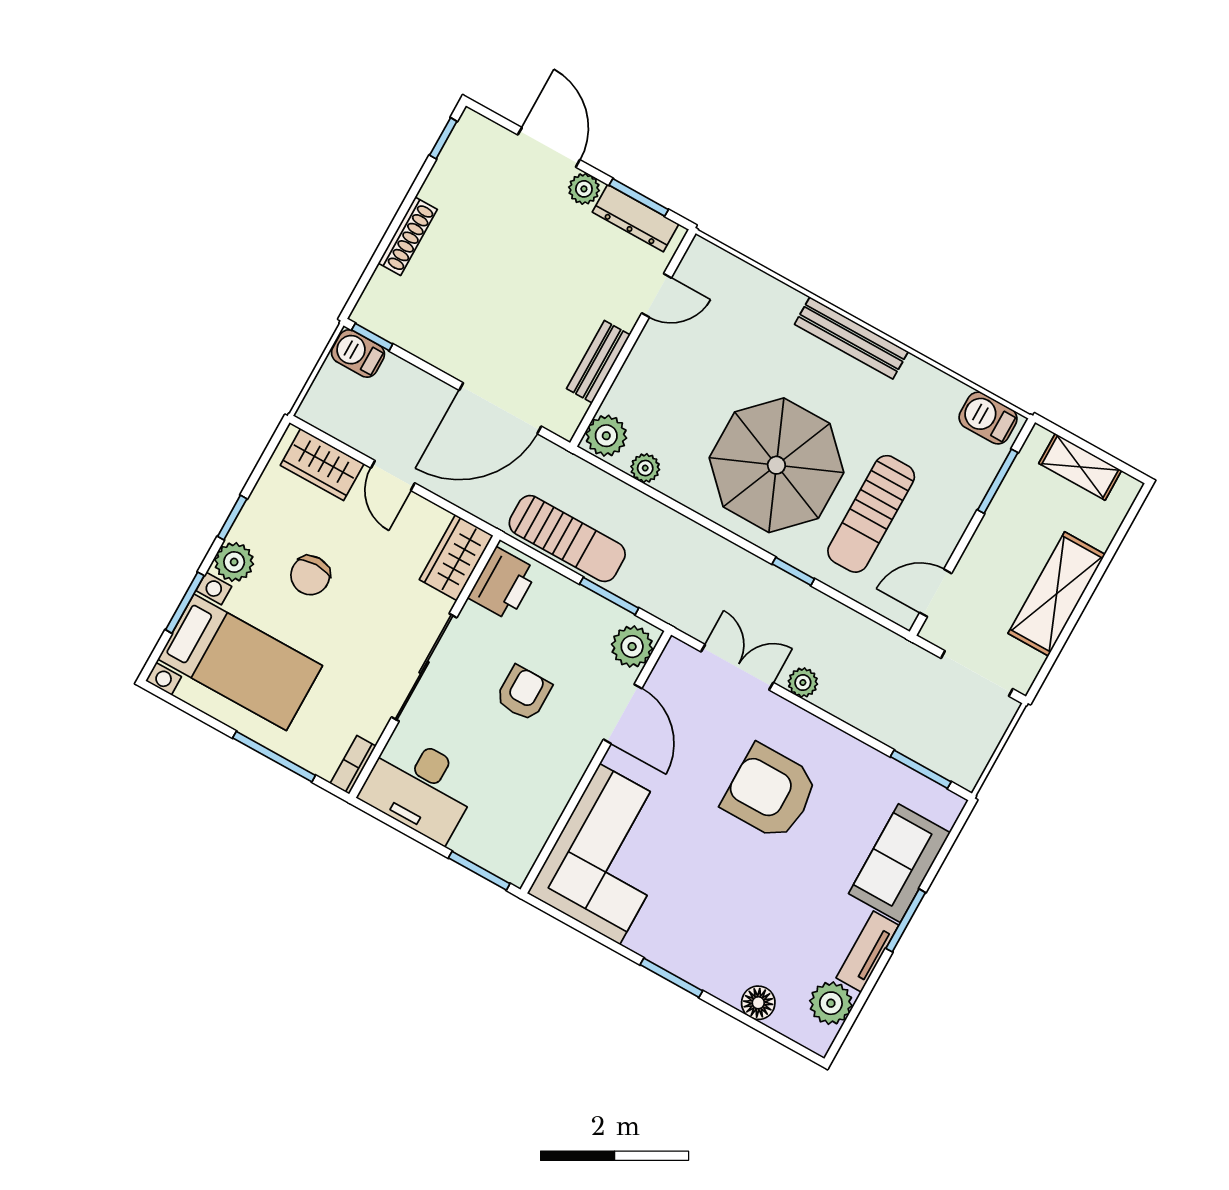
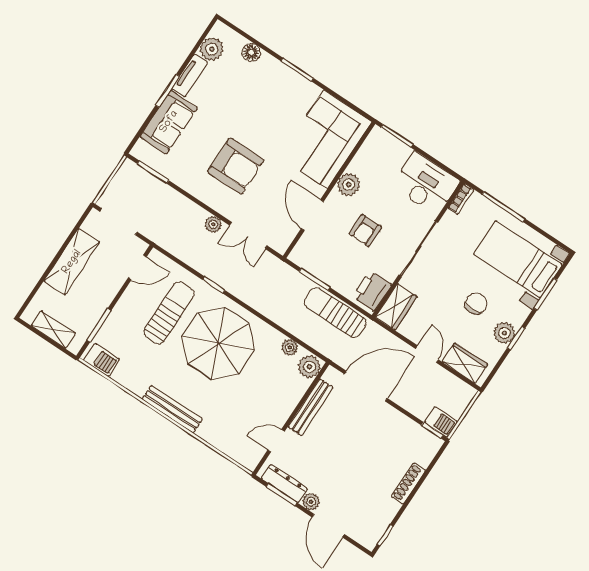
bench: (598, 362) -> (311, 407), width x1.36
plant: (234, 562) -> (504, 333), moved
plant: (632, 647) -> (349, 185), moved

